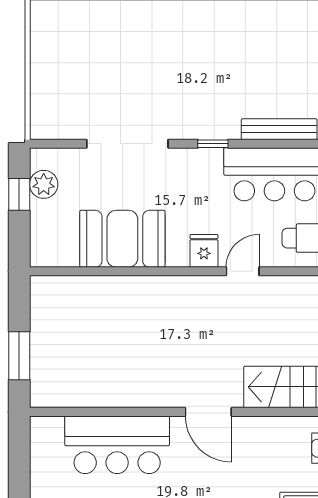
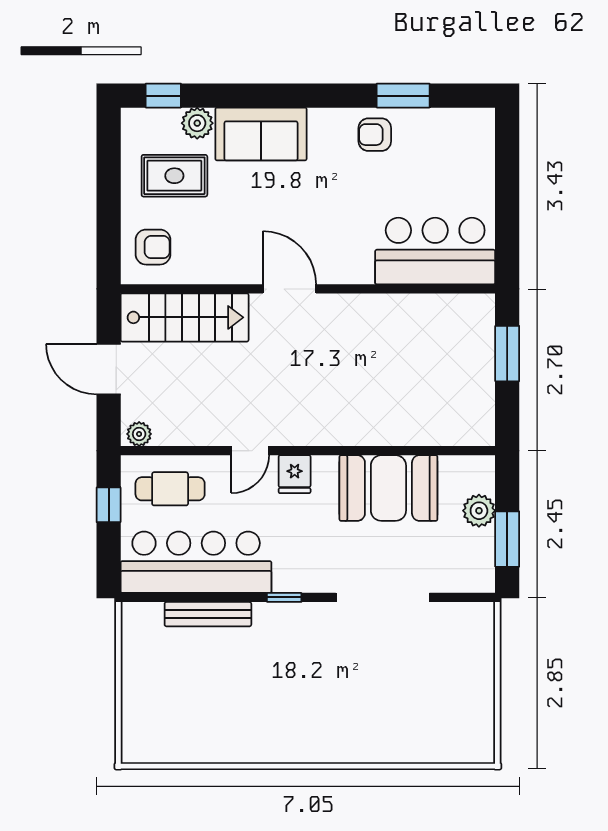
plant: (44, 184) -> (479, 511), moved
window: (19, 194) -> (507, 539), width x1.50
bar counter: (117, 445) -> (435, 251), moved

